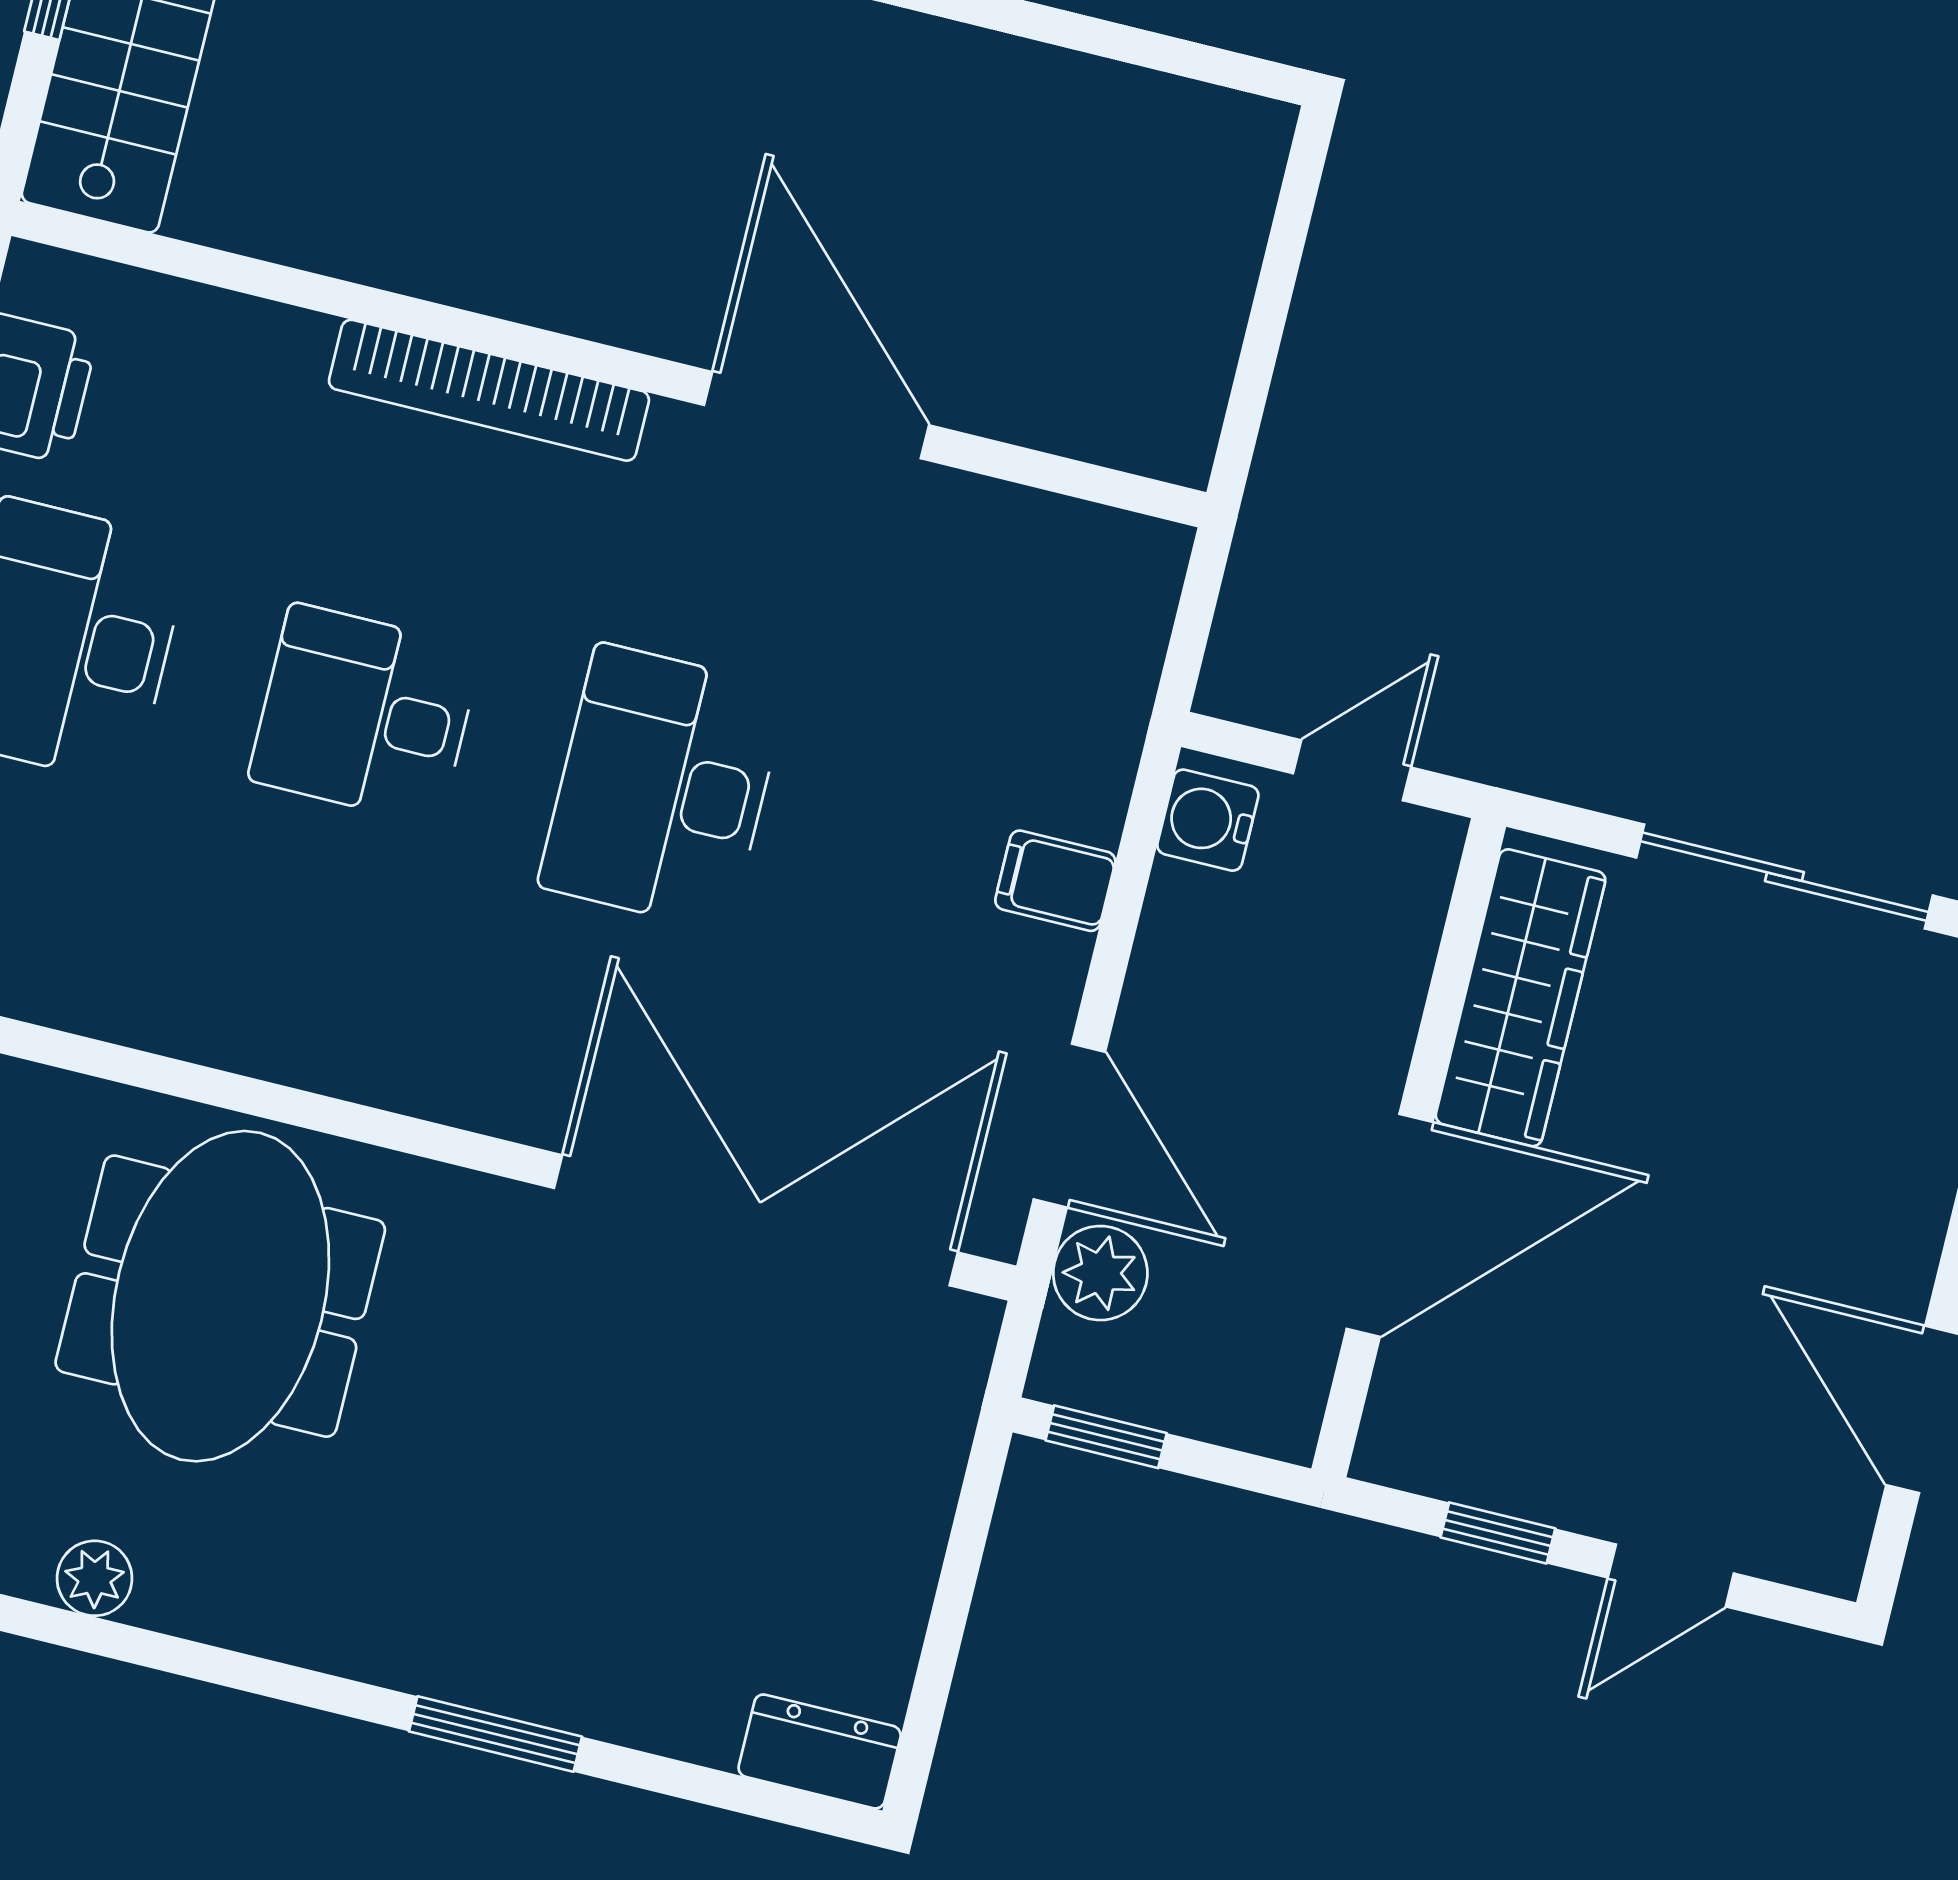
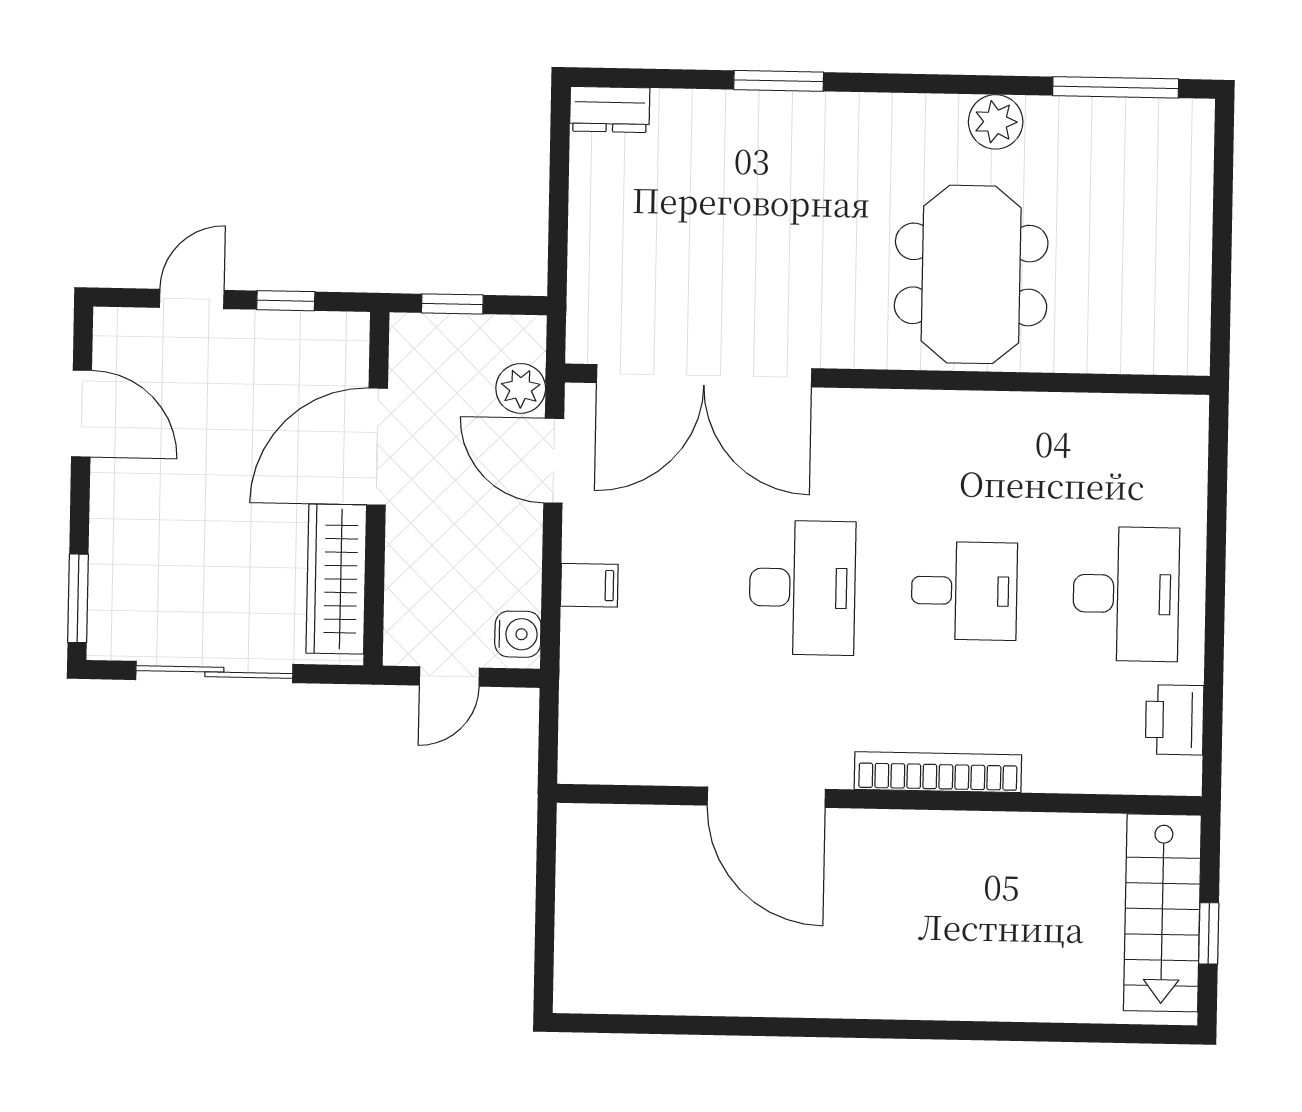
window: (1106, 1437) -> (452, 304), moved
plant: (95, 1578) -> (996, 122), width x1.38, depth x1.38

